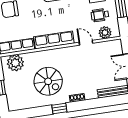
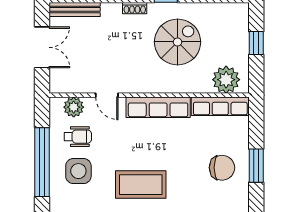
spiral stairs: (48, 81) -> (178, 42), turned 90

